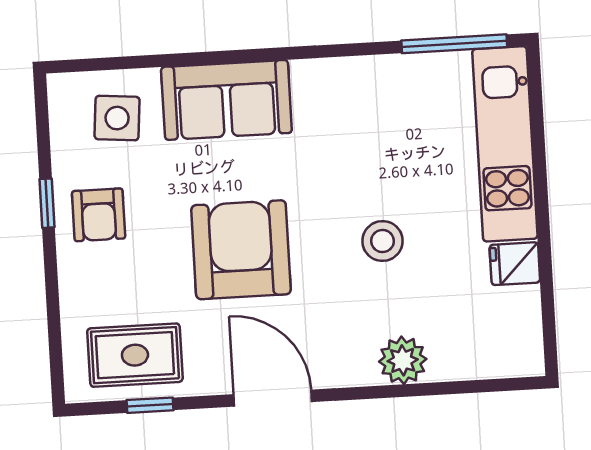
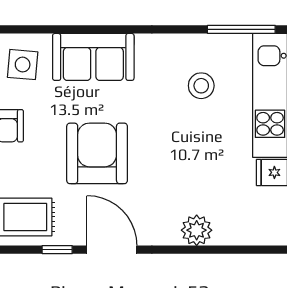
stool: (383, 241) -> (201, 86), moved
window: (150, 405) -> (57, 250), moved

